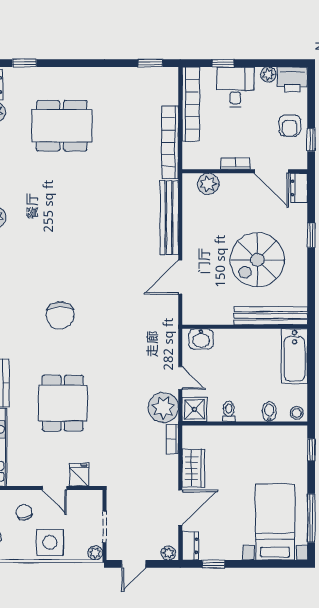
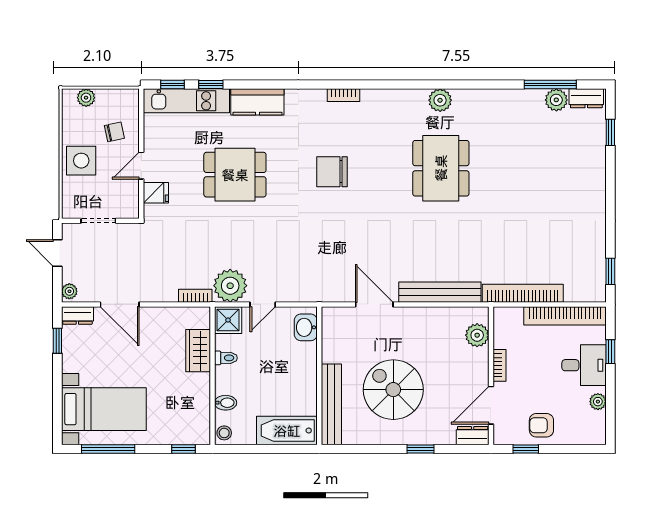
printer: (292, 79) -> (592, 428), removed
dining table: (62, 126) -> (441, 168), moved
wardrobe: (193, 468) -> (198, 351), moved, turned 90
plant: (95, 553) -> (70, 211), removed

